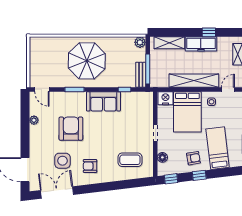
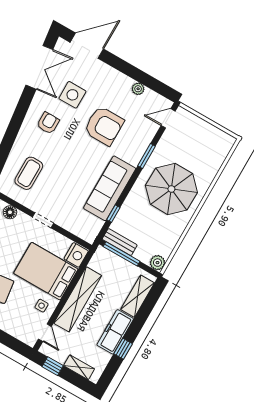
sofa: (103, 101) -> (110, 188), width x1.36

